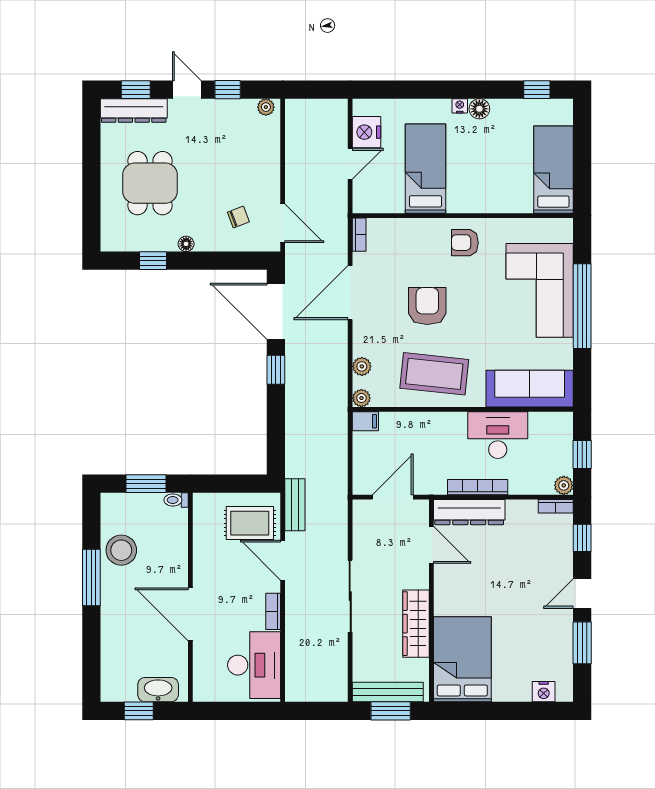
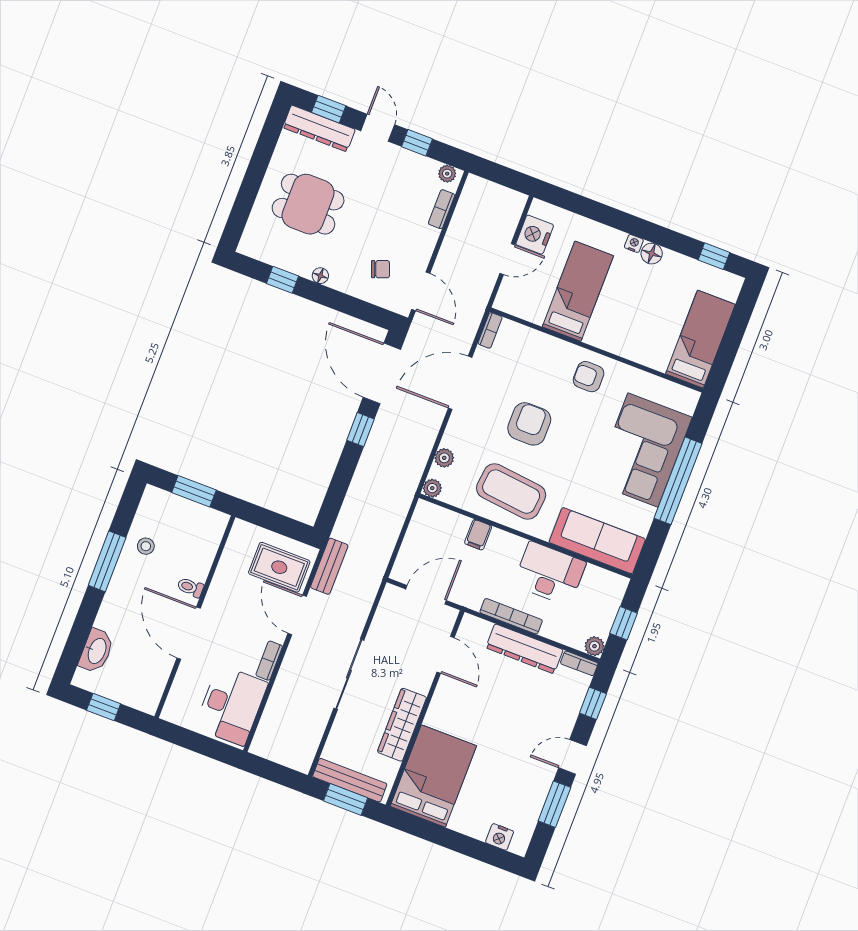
bookcase: (273, 141) -> (442, 209), added
dining table: (150, 183) -> (308, 204), turned 90
filing cabinet: (365, 421) -> (478, 535), moved, turned 90
toilet: (176, 500) -> (190, 587), moved
dresser: (469, 512) -> (524, 649), moved
stool: (121, 550) -> (146, 546), width x0.53, depth x0.53
washbasin: (158, 690) -> (96, 651), moved, turned 90

